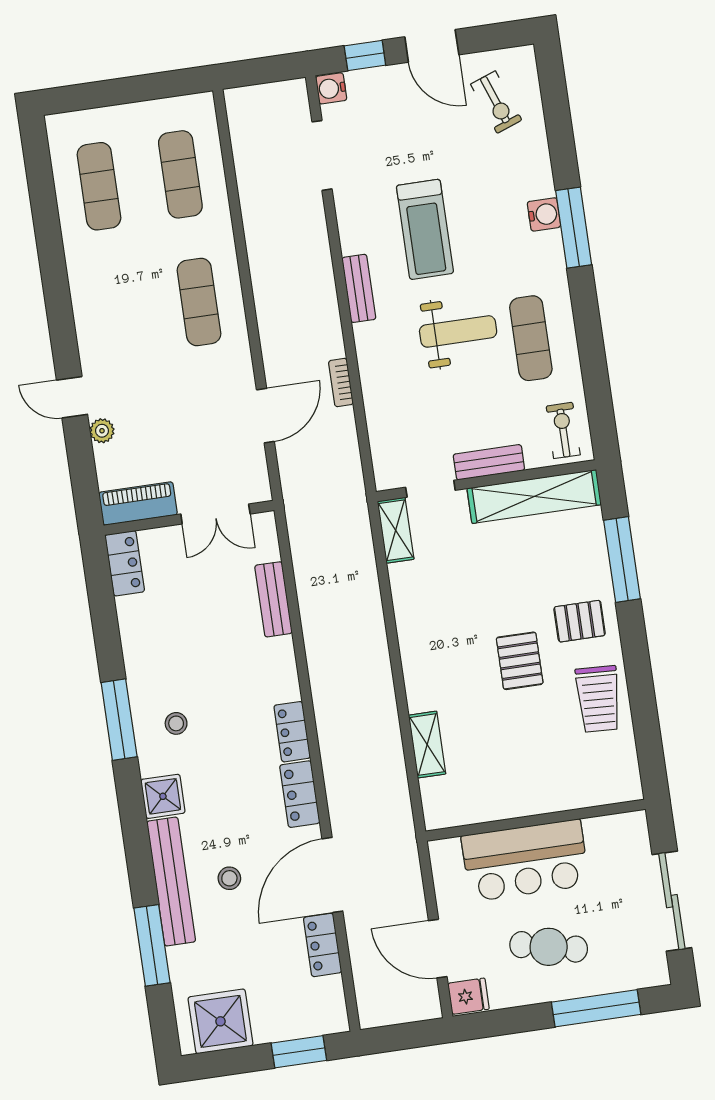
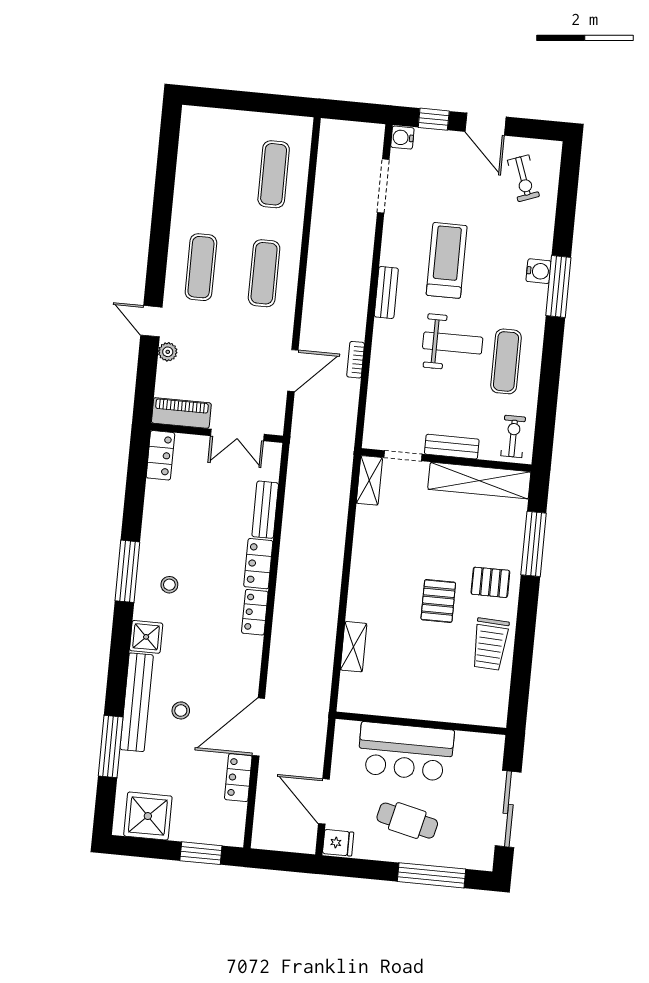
exercise mat: (99, 186) -> (201, 267), moved
treadmill: (425, 229) -> (447, 260), turned 180
locker: (300, 794) -> (258, 564), moved

